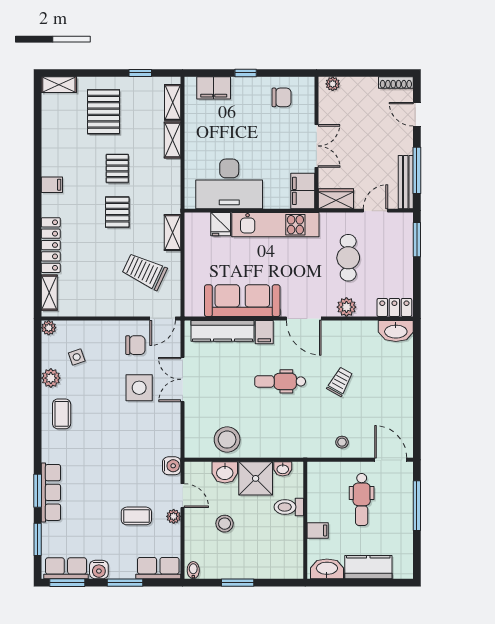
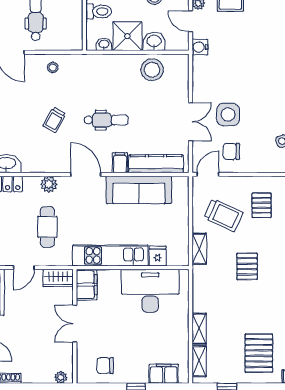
pallet: (117, 168) -> (262, 205), moved

